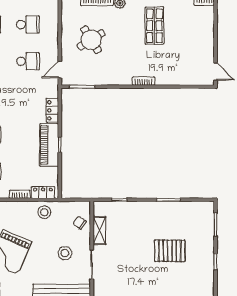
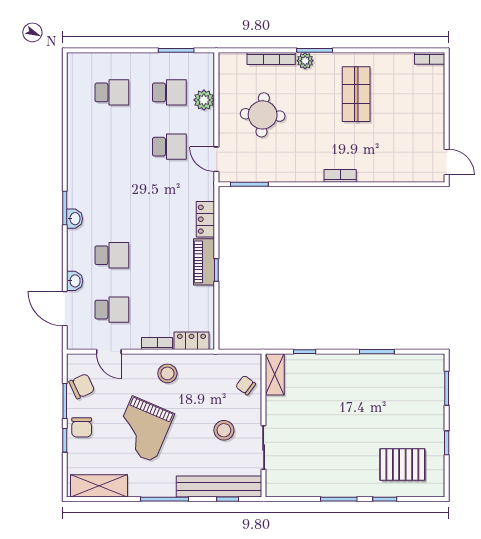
plant: (51, 30) -> (204, 100), added
round table: (91, 40) -> (263, 115), turned 36
door: (60, 70) -> (216, 159), hinge flipped
piano: (49, 145) -> (204, 262), width x0.73, depth x0.75
stool: (44, 212) -> (167, 373), moved
shelving: (99, 231) -> (275, 374), moved
pallet: (170, 251) -> (402, 465), moved

